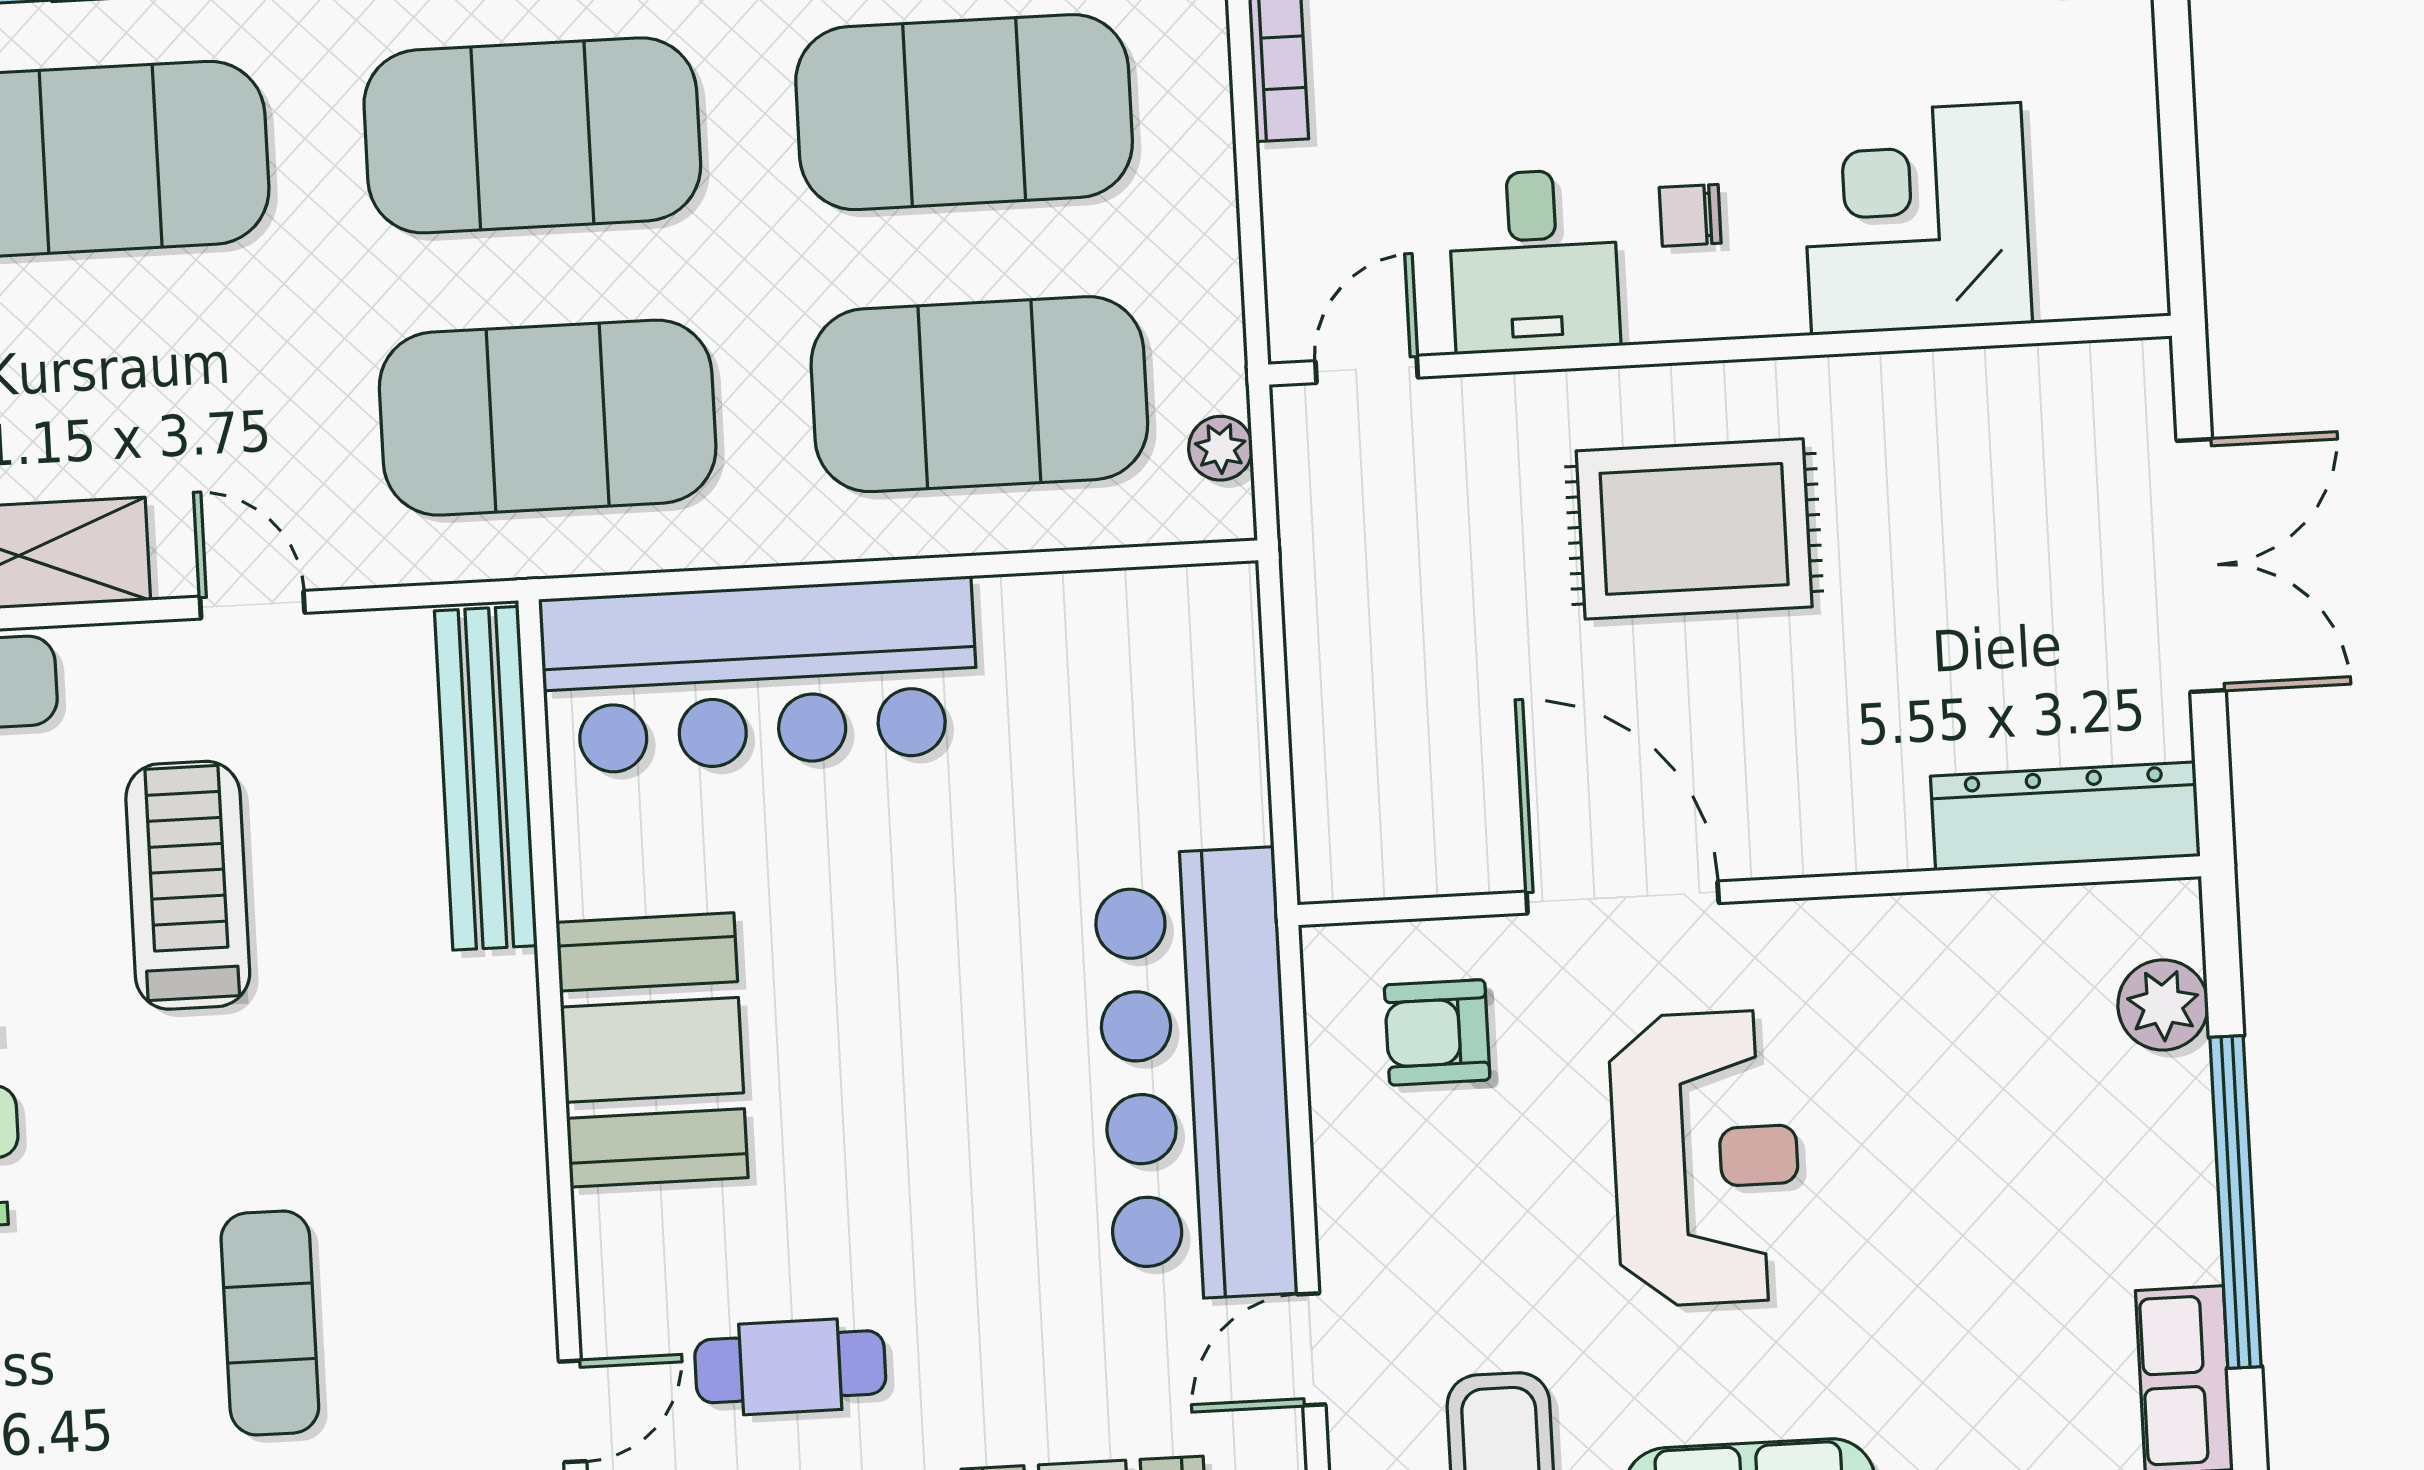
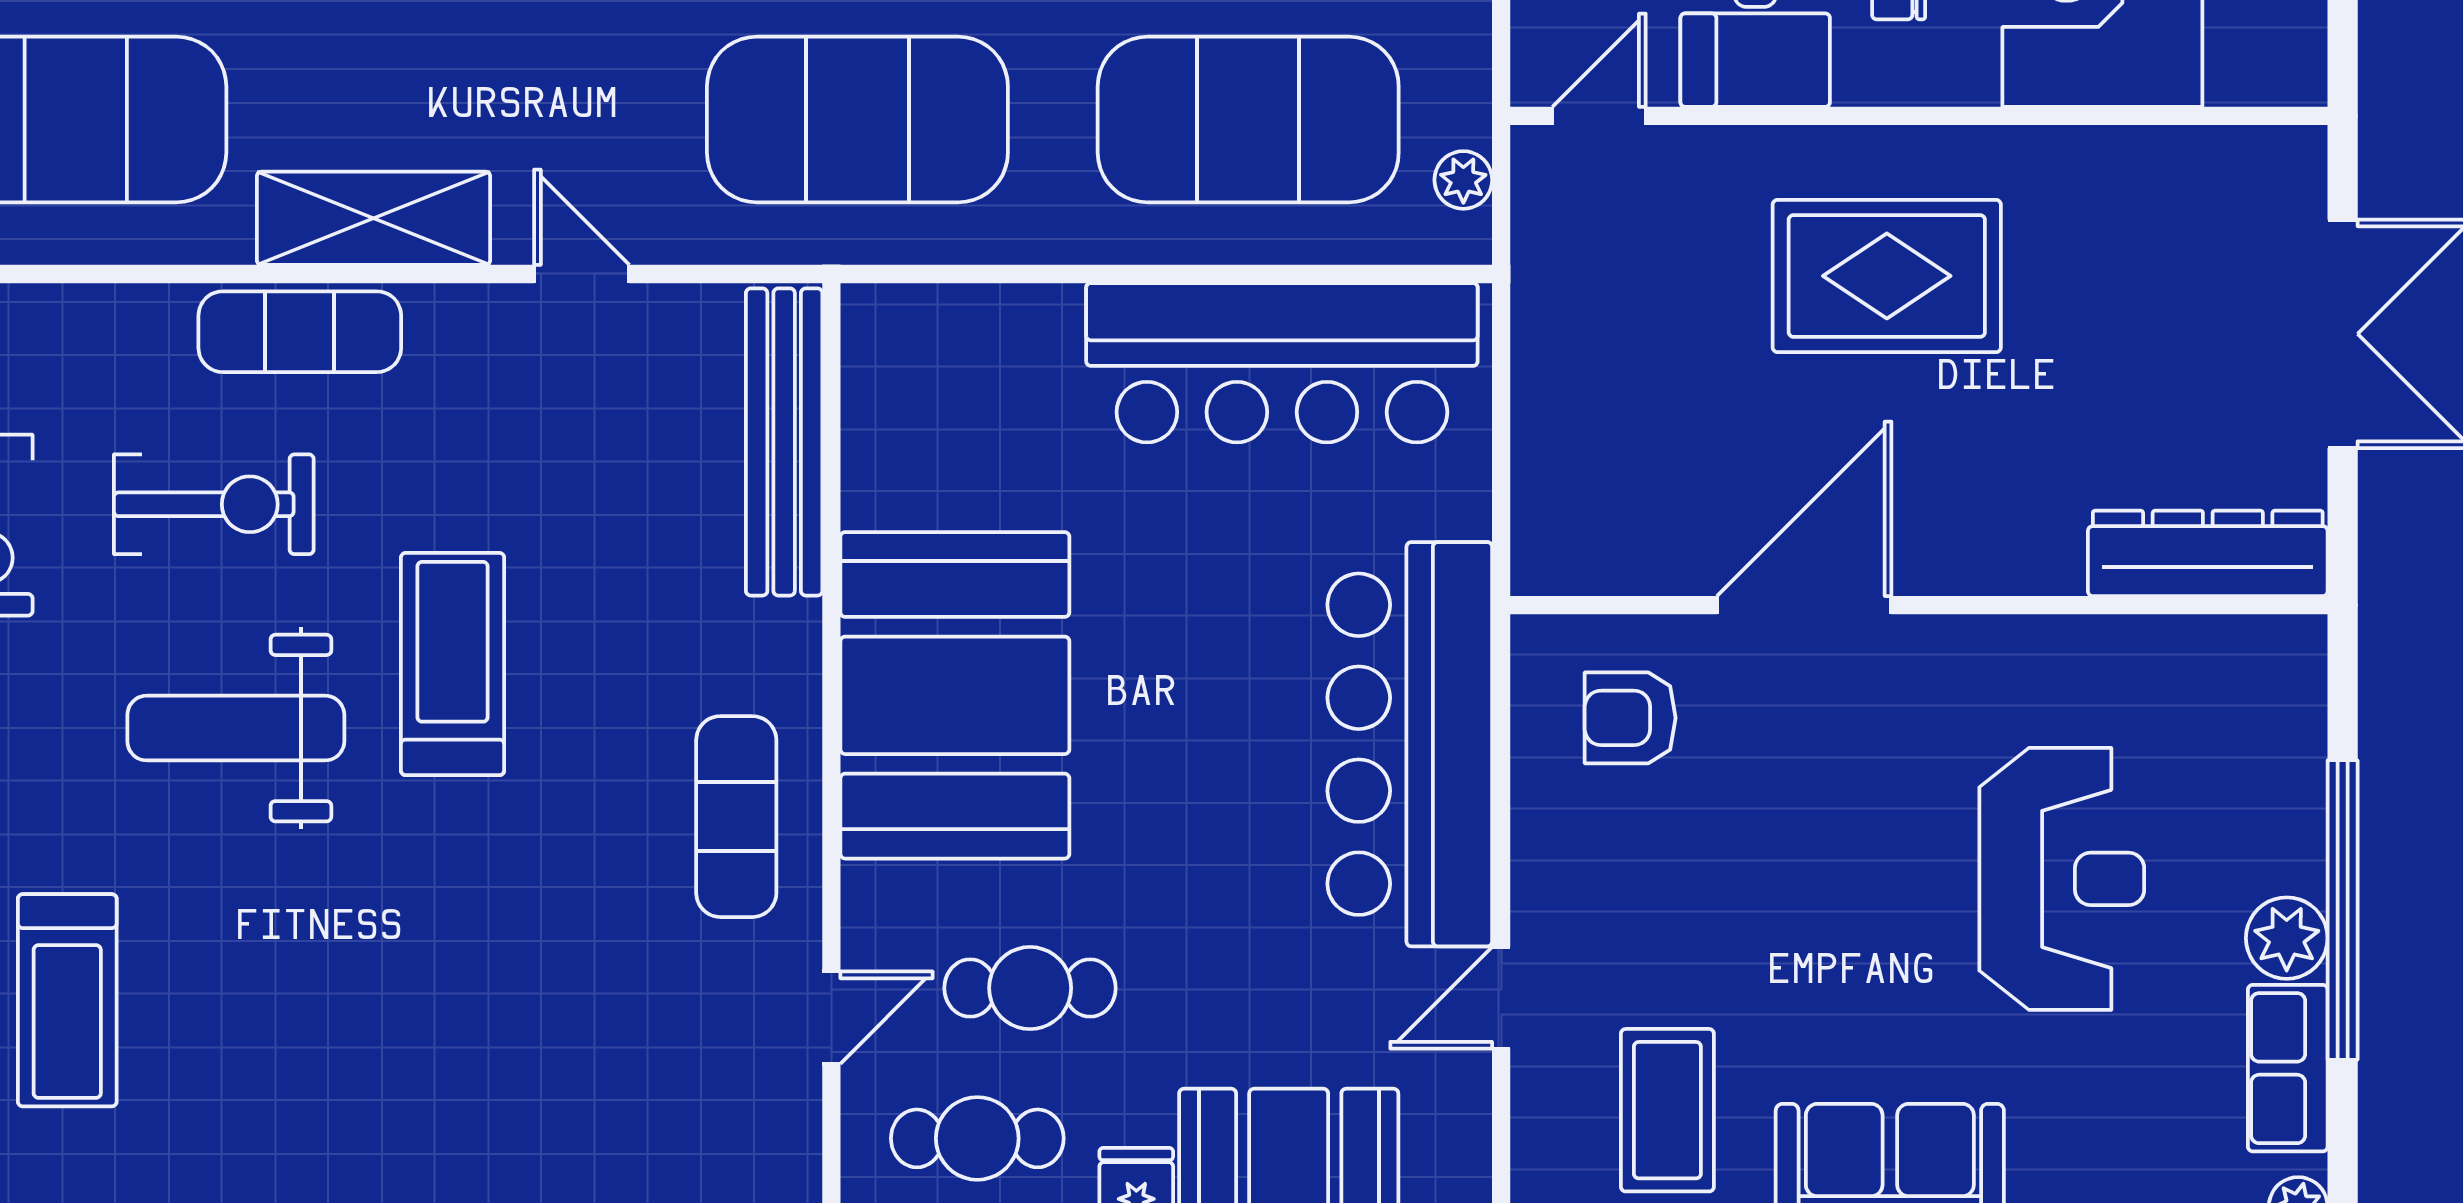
bar counter: (759, 676) -> (1282, 363), moved
treadmill: (188, 885) -> (453, 664), moved
door: (1623, 897) -> (1804, 605), hinge flipped
plant: (2163, 1005) -> (2287, 938), moved
booth: (652, 1050) -> (955, 695), width x1.36, depth x1.42
reception desk: (1706, 1158) -> (2062, 879), moved
exercise mat: (270, 1323) -> (736, 817), moved

